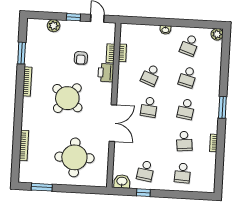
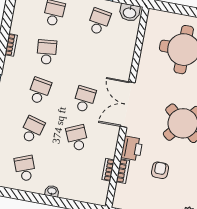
school desk: (189, 45) -> (25, 168), turned -39
school desk: (151, 75) -> (77, 138), turned -45
double door: (113, 123) -> (128, 105), moved

